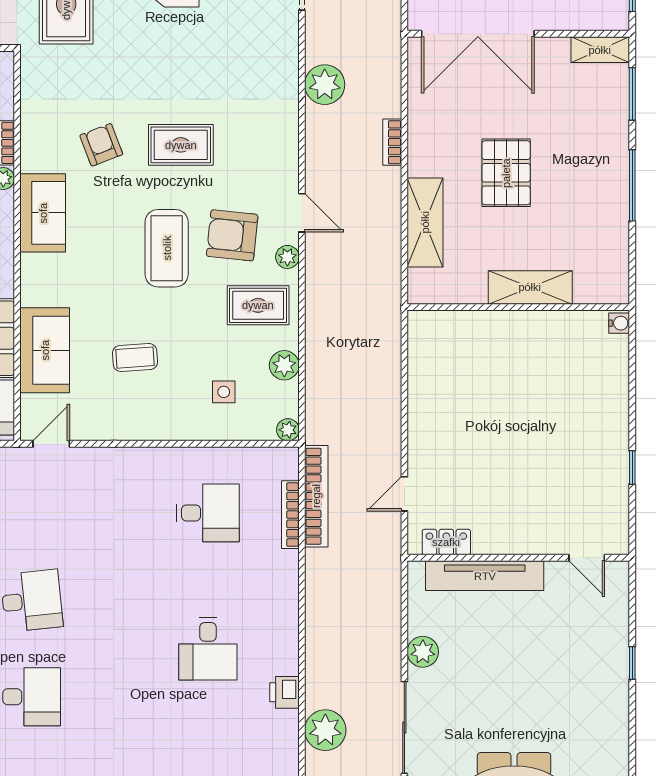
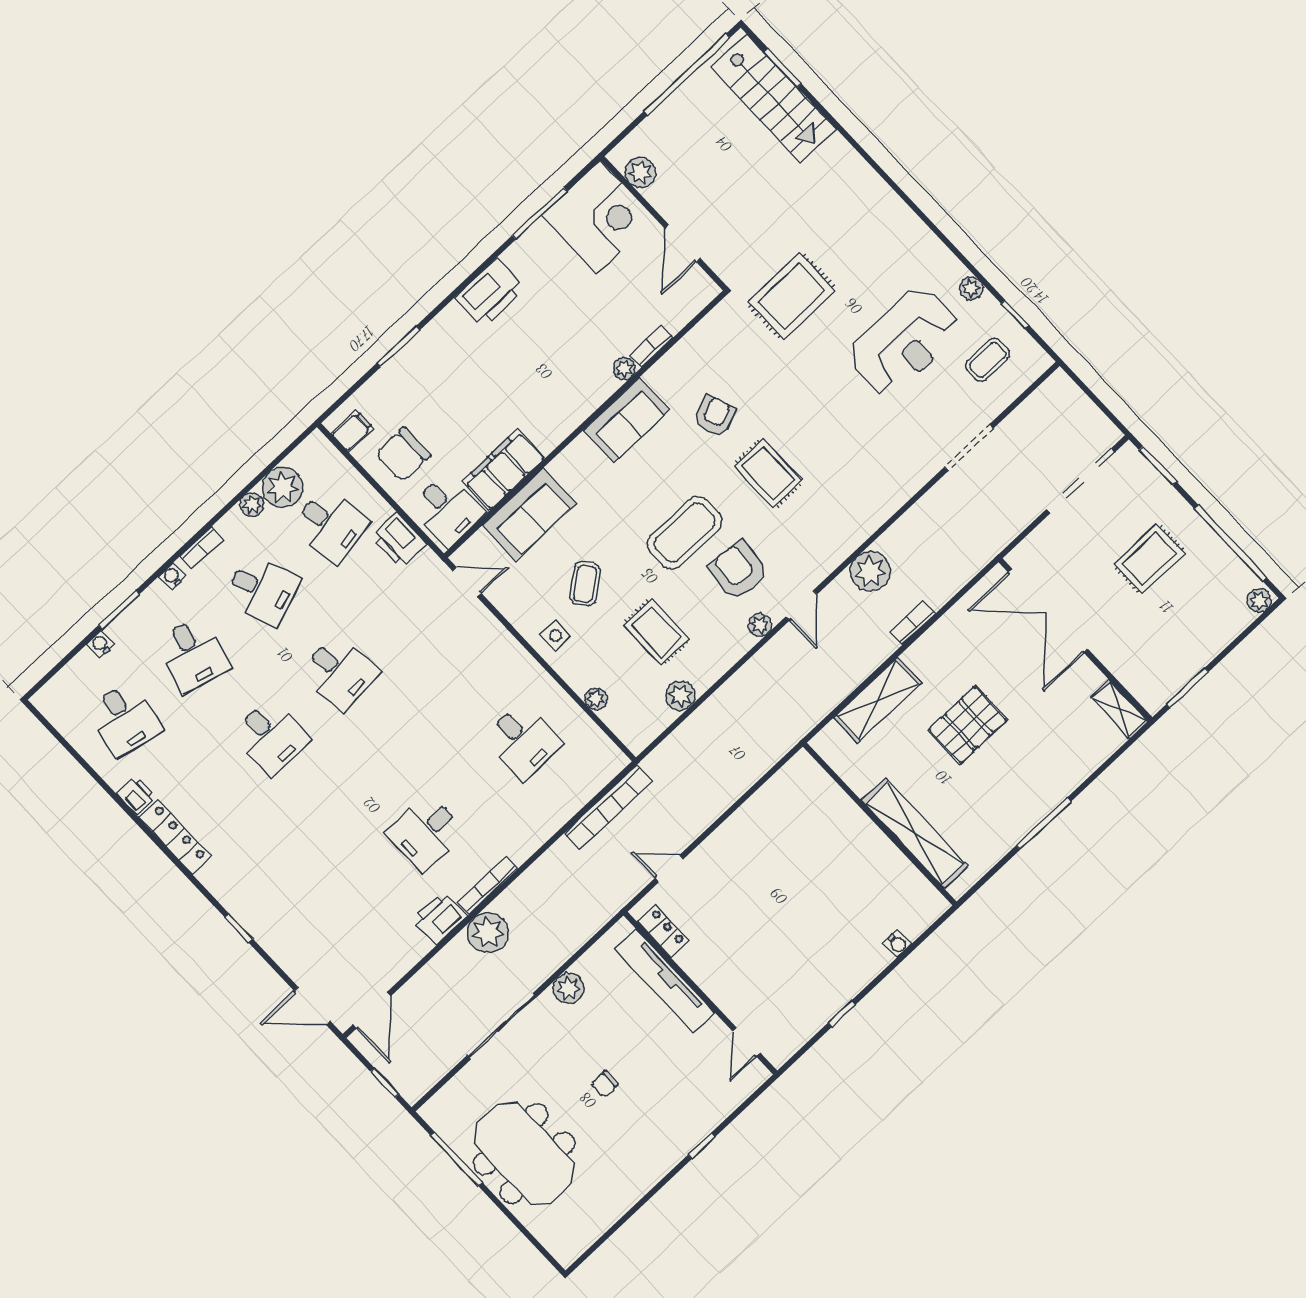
plant: (325, 85) -> (870, 571), moved
window: (632, 94) -> (1109, 762), removed
shelving: (530, 287) -> (915, 833), width x1.47
rug: (258, 305) -> (656, 632), moved
water cooler: (619, 323) -> (897, 944), moved
coffee table: (135, 358) -> (585, 584), turned 56
side table: (224, 392) -> (556, 636), moved
plant: (288, 430) -> (596, 699), moved
bookcase: (290, 515) -> (488, 886), moved
printer: (284, 692) -> (440, 918), width x1.36, depth x1.24
chair: (519, 692) -> (605, 1084), added
plant: (325, 730) -> (488, 932), moved

